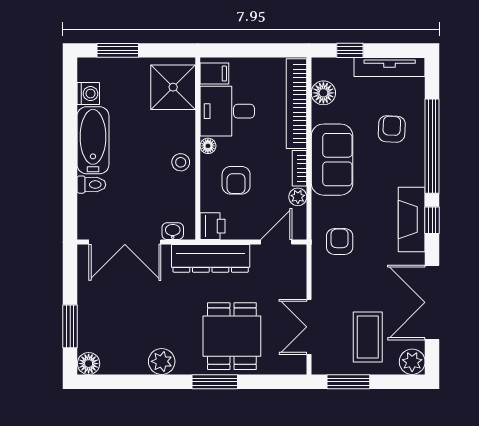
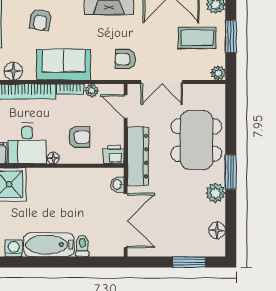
armchair: (392, 129) -> (41, 20), turned -85
stool: (181, 162) -> (66, 179), removed
double door: (309, 327) -> (162, 82), moved
dining table: (232, 336) -> (196, 140), width x1.38
floor lamp: (89, 364) -> (217, 230), moved
plant: (321, 365) -> (218, 73), added
window: (215, 382) -> (231, 172), moved
window: (348, 382) -> (231, 36), moved

